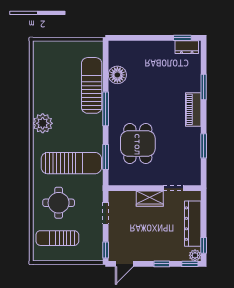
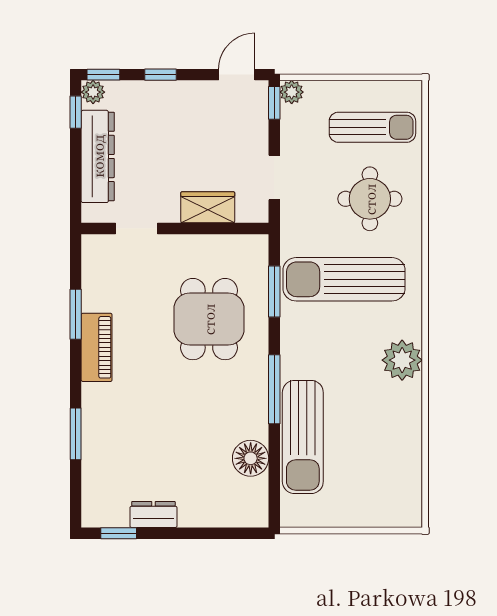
dresser: (187, 47) -> (153, 514), moved
piano: (193, 109) -> (97, 347), moved
wardrobe: (150, 199) -> (208, 207), moved
plant: (97, 255) -> (292, 92), added

